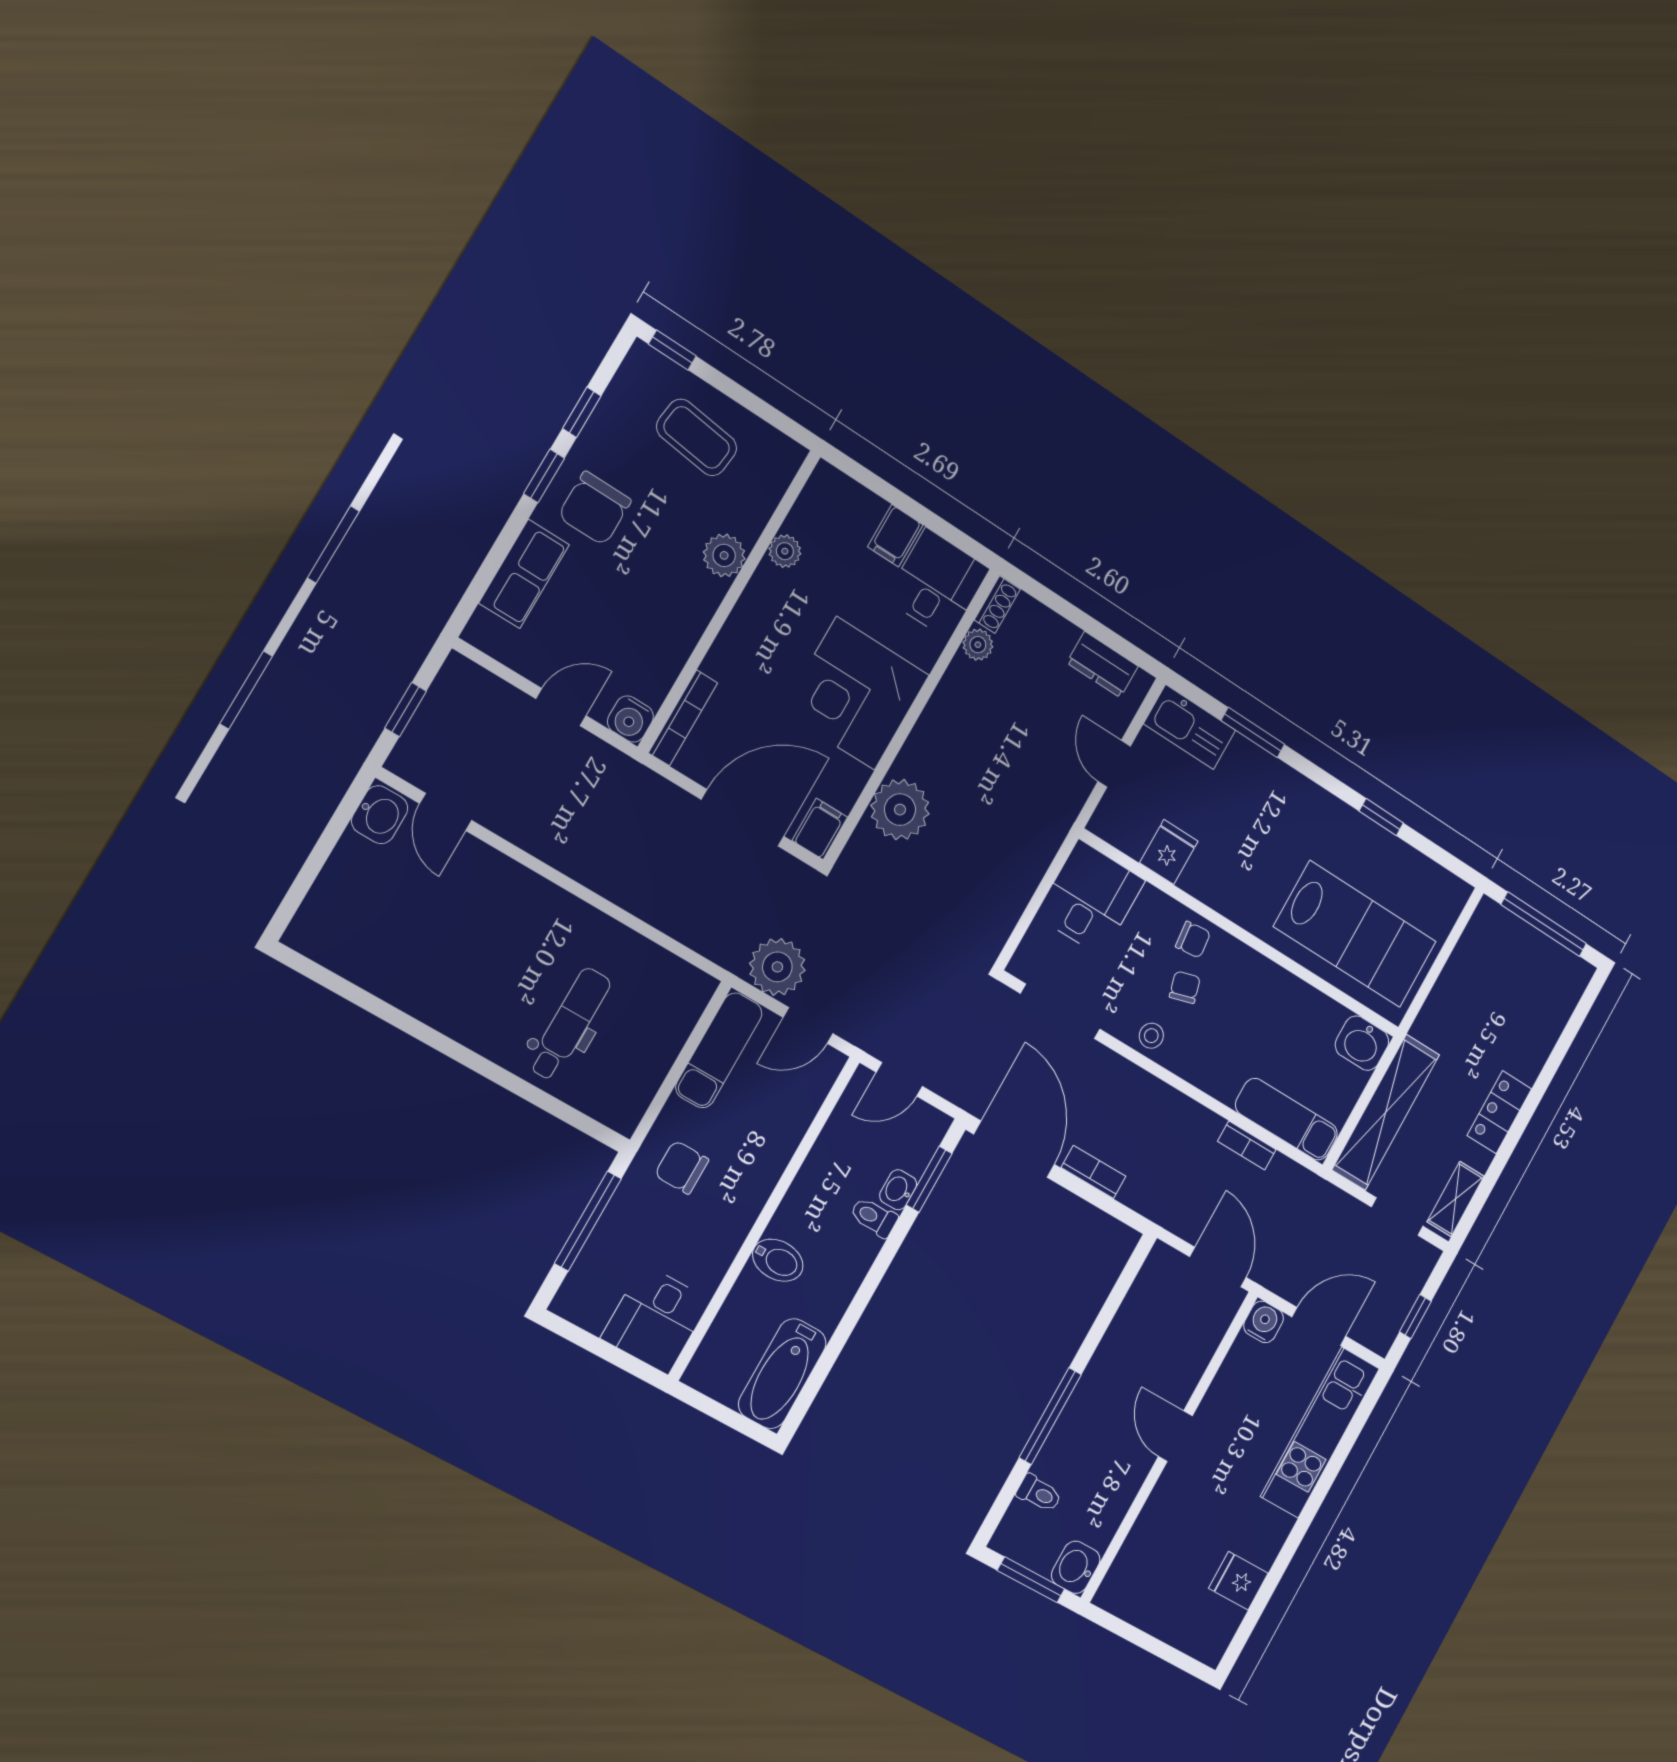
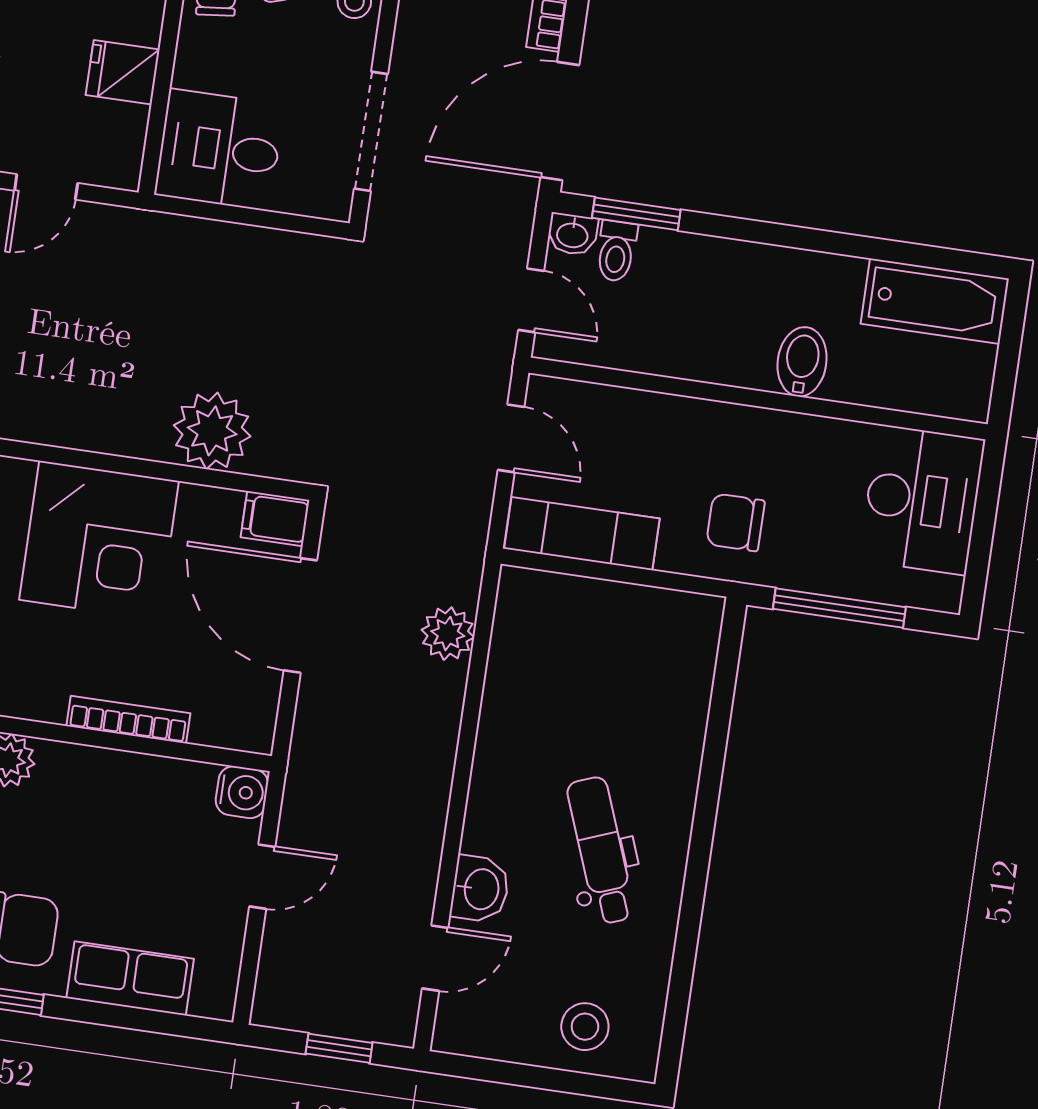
door: (561, 707) -> (262, 877), swing flipped
bookcase: (683, 718) -> (128, 720), moved
washbasin: (380, 815) -> (480, 889), moved, turned 90
stool: (346, 905) -> (585, 1027), added
plant: (777, 967) -> (448, 634), moved, width x0.73, depth x0.73
dental chair: (570, 1024) -> (601, 850), moved, turned 69
chair: (682, 1167) -> (736, 522), turned 90
washbasin: (898, 1190) -> (572, 234), moved
toilet: (874, 1217) -> (616, 251), moved
desk: (656, 1319) -> (922, 500), width x1.37

